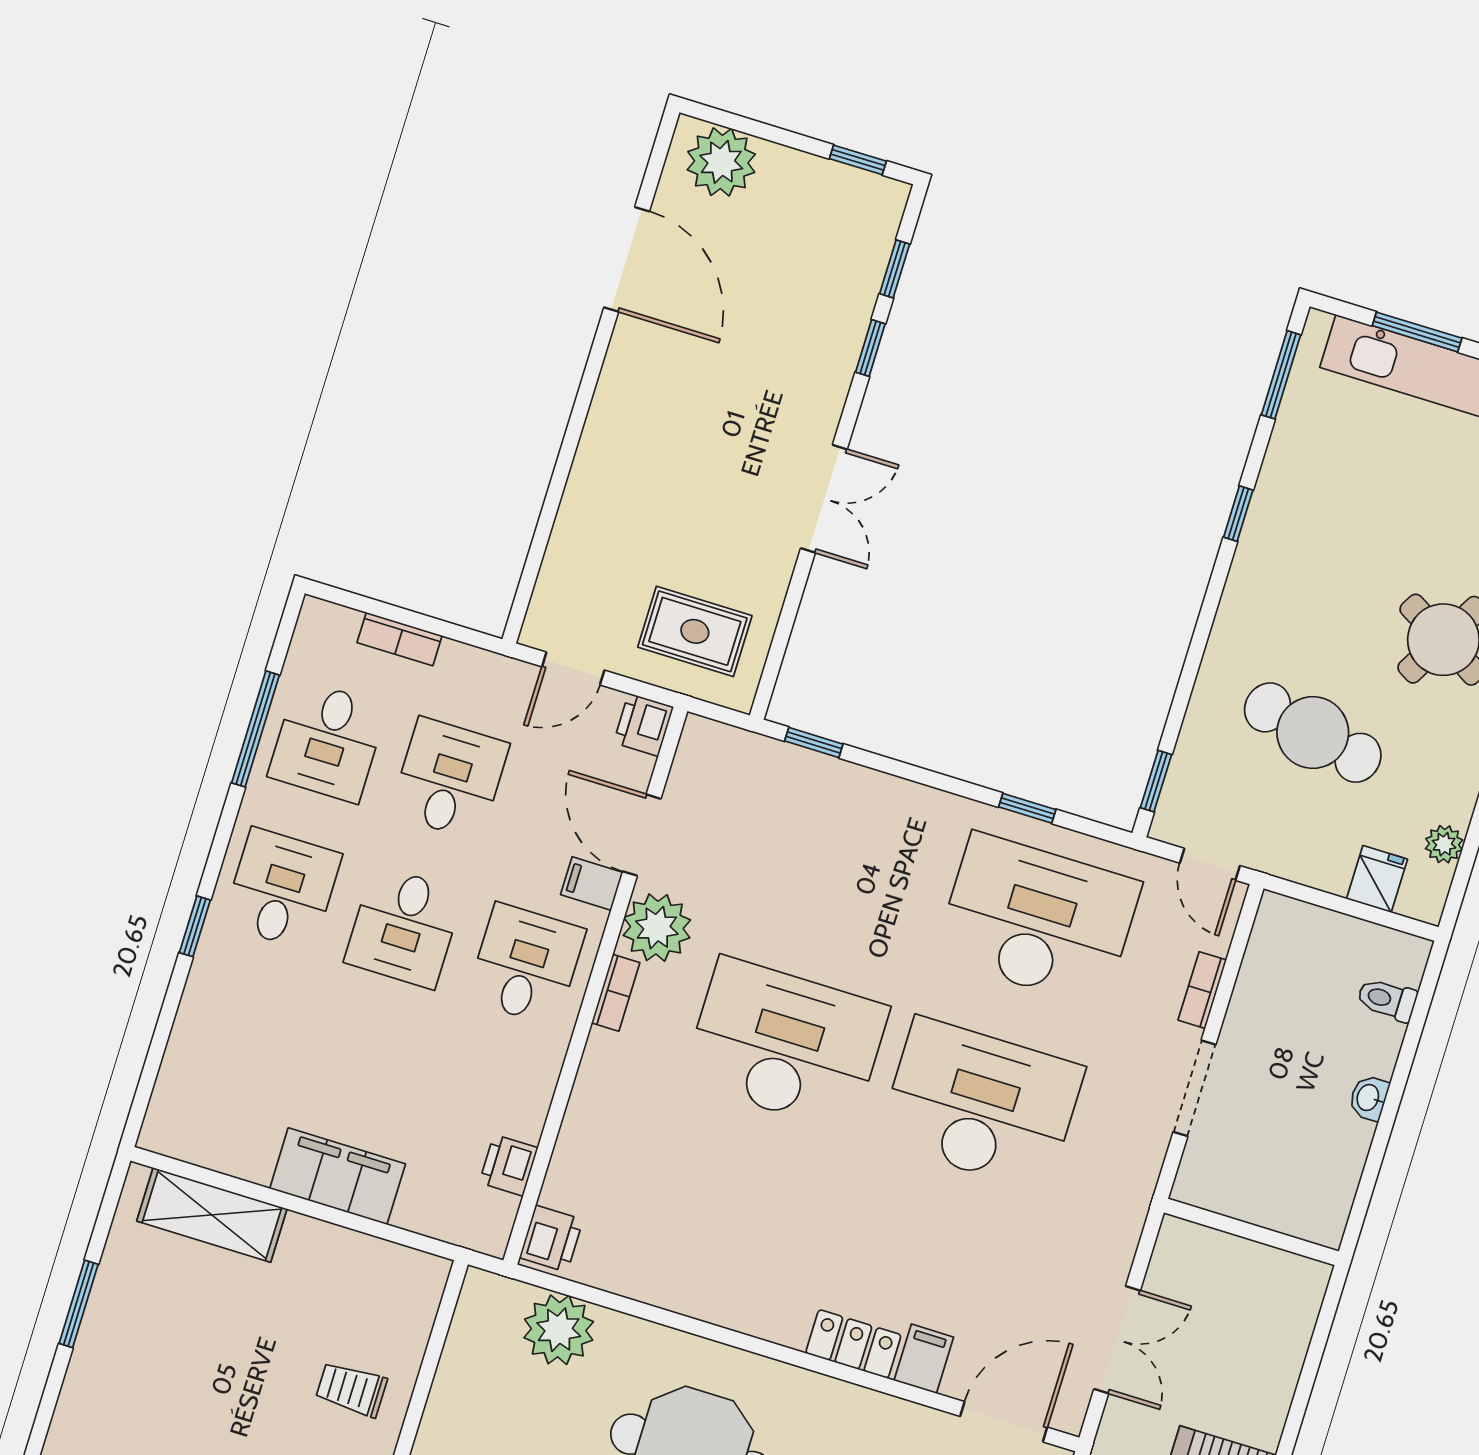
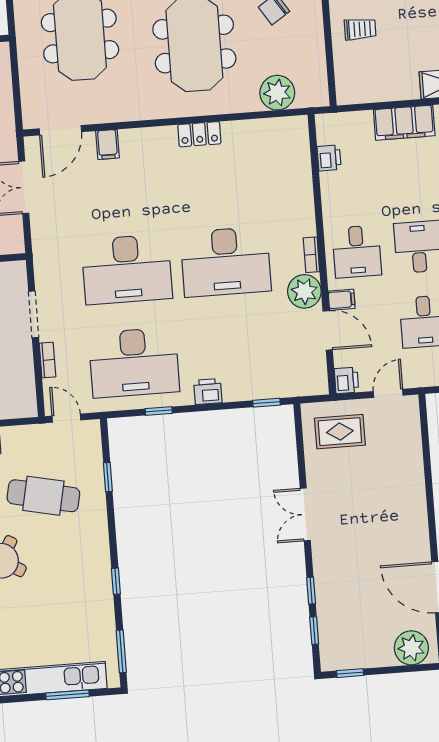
window: (1156, 781) -> (108, 477), moved
printer: (551, 1239) -> (208, 392), moved, turned 90
locker: (853, 1344) -> (199, 134), moved

